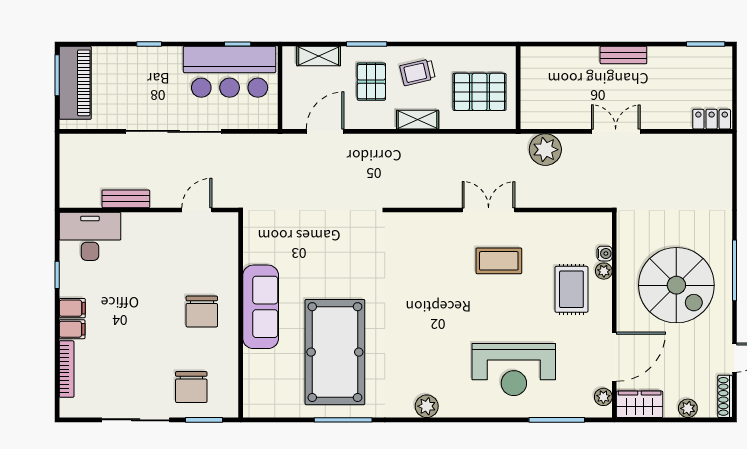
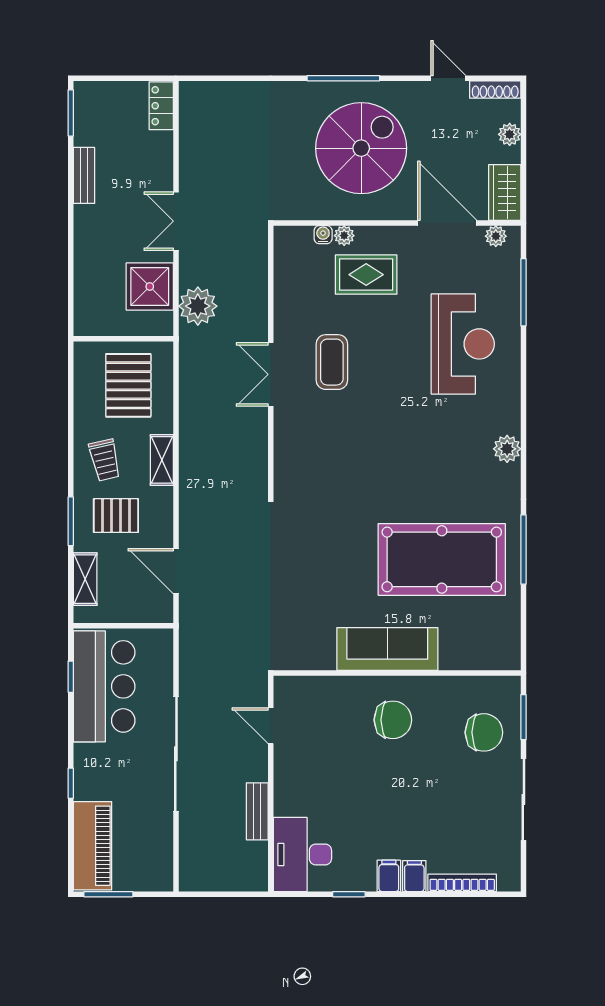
bench: (623, 55) -> (84, 175), moved
piano: (75, 83) -> (92, 846), moved, turned 90
shower: (562, 110) -> (150, 287), added

